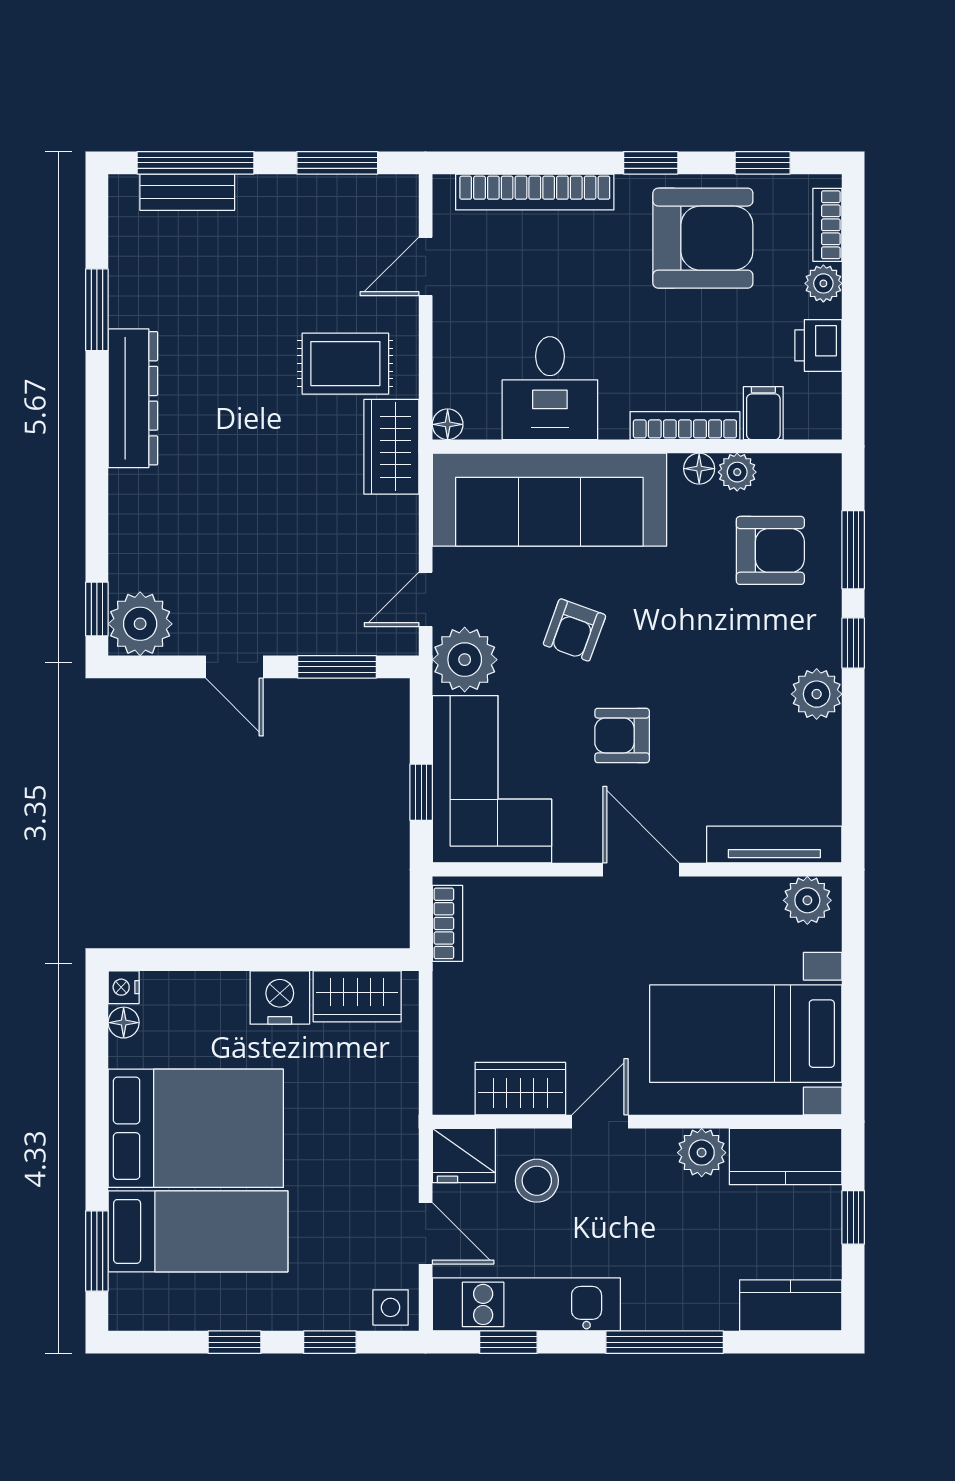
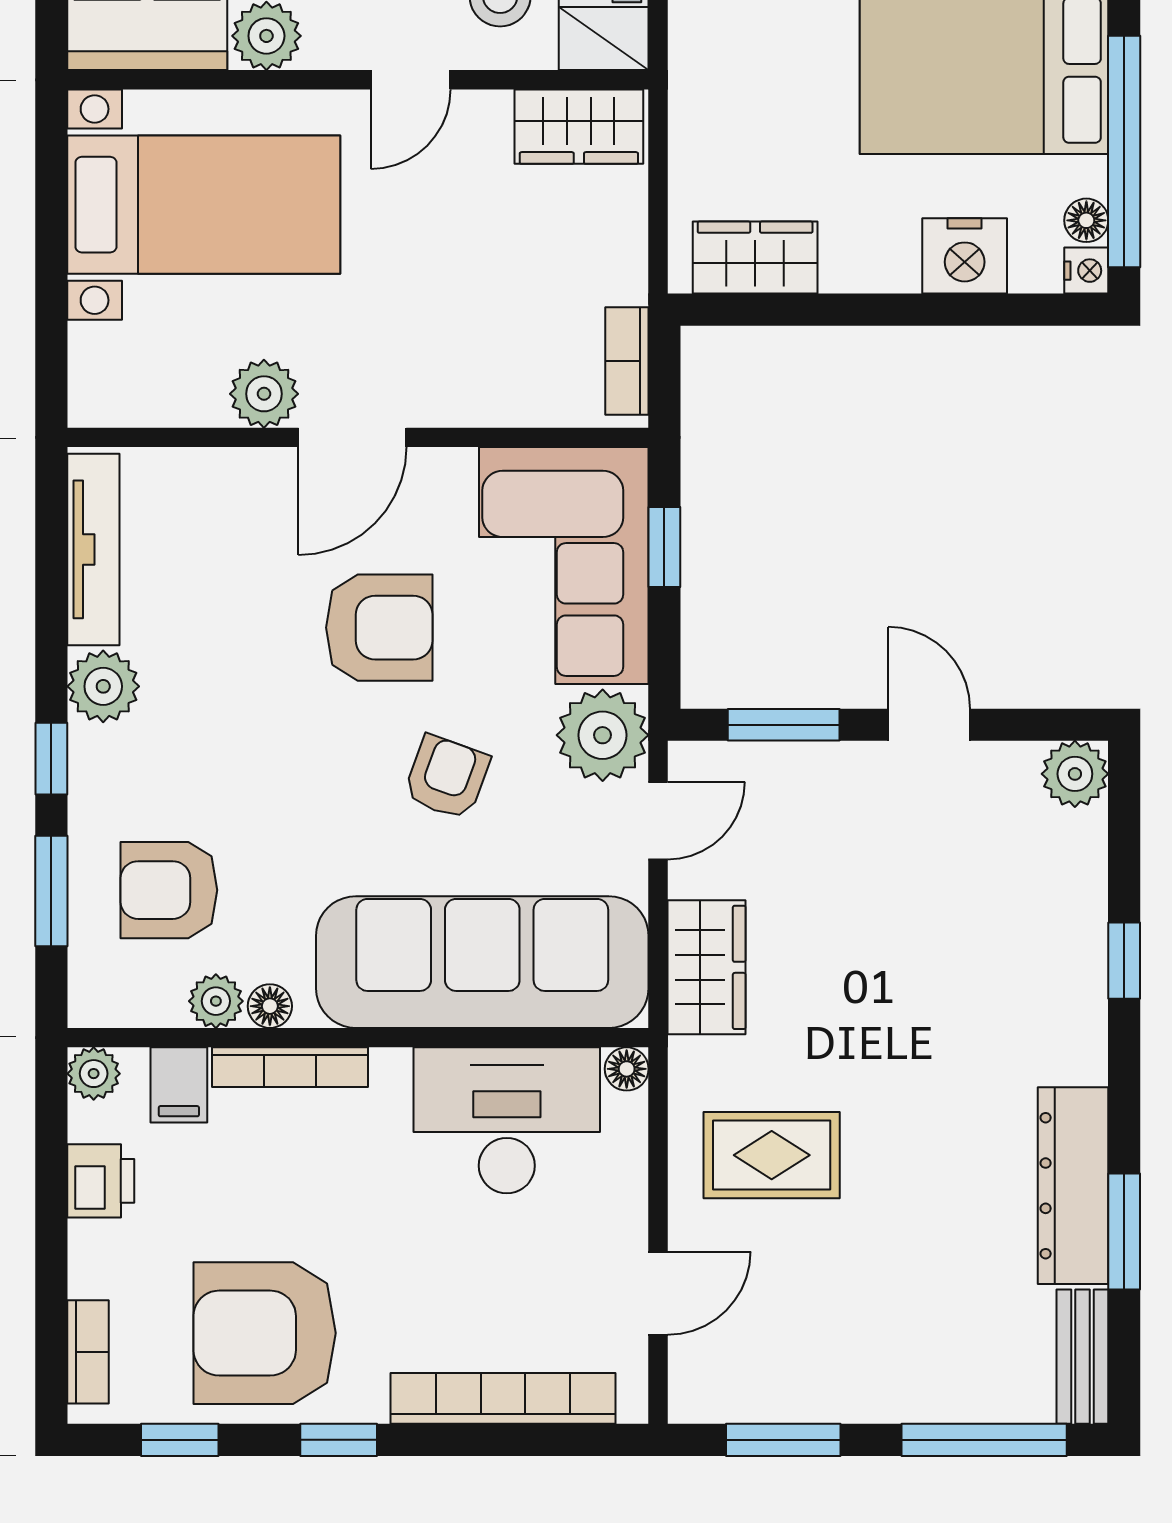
bench: (187, 192) -> (1082, 1357), moved, turned 90
plant: (823, 283) -> (94, 1074), moved
desk: (550, 388) -> (507, 1120), width x1.37
dresser: (133, 398) -> (1073, 1186), moved
wardrobe: (391, 447) -> (706, 967), moved
window: (97, 609) -> (1124, 961), moved
plant: (140, 624) -> (1075, 774), width x0.73, depth x0.73
armchair: (622, 735) -> (379, 628), width x1.38, depth x1.38
tv unit: (774, 844) -> (93, 549), moved, turned -90
door: (641, 870) -> (352, 437), hinge flipped
plant: (807, 900) -> (264, 394), moved
nightstand: (280, 997) -> (965, 256), moved
window: (97, 1071) -> (1124, 151), added
wardrobe: (520, 1089) -> (579, 127), moved

